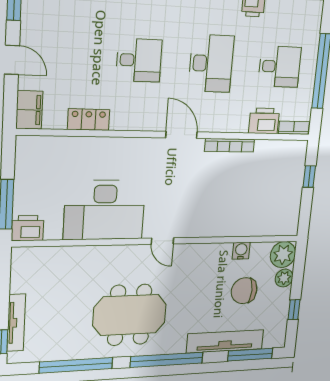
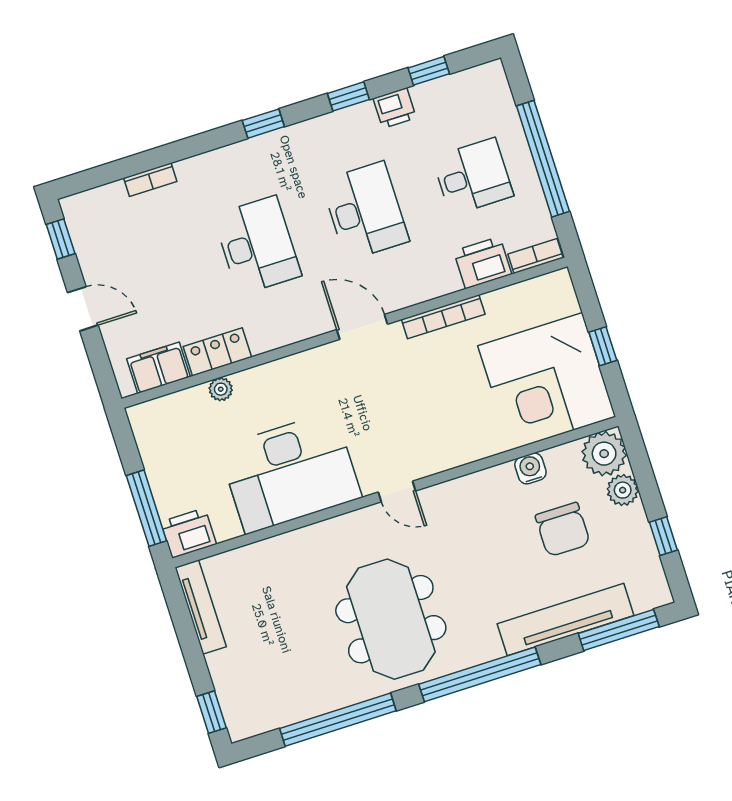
desk: (139, 60) -> (257, 245), width x1.37
filing cabinet: (29, 110) -> (159, 368), moved, turned -90
plant: (82, 144) -> (221, 389), added
window: (309, 177) -> (603, 346), moved
corner desk: (270, 203) -> (547, 381), added
chair: (244, 291) -> (563, 530), turned -90
meeting table: (130, 315) -> (391, 619), turned 90
tv unit: (16, 323) -> (201, 607), moved

